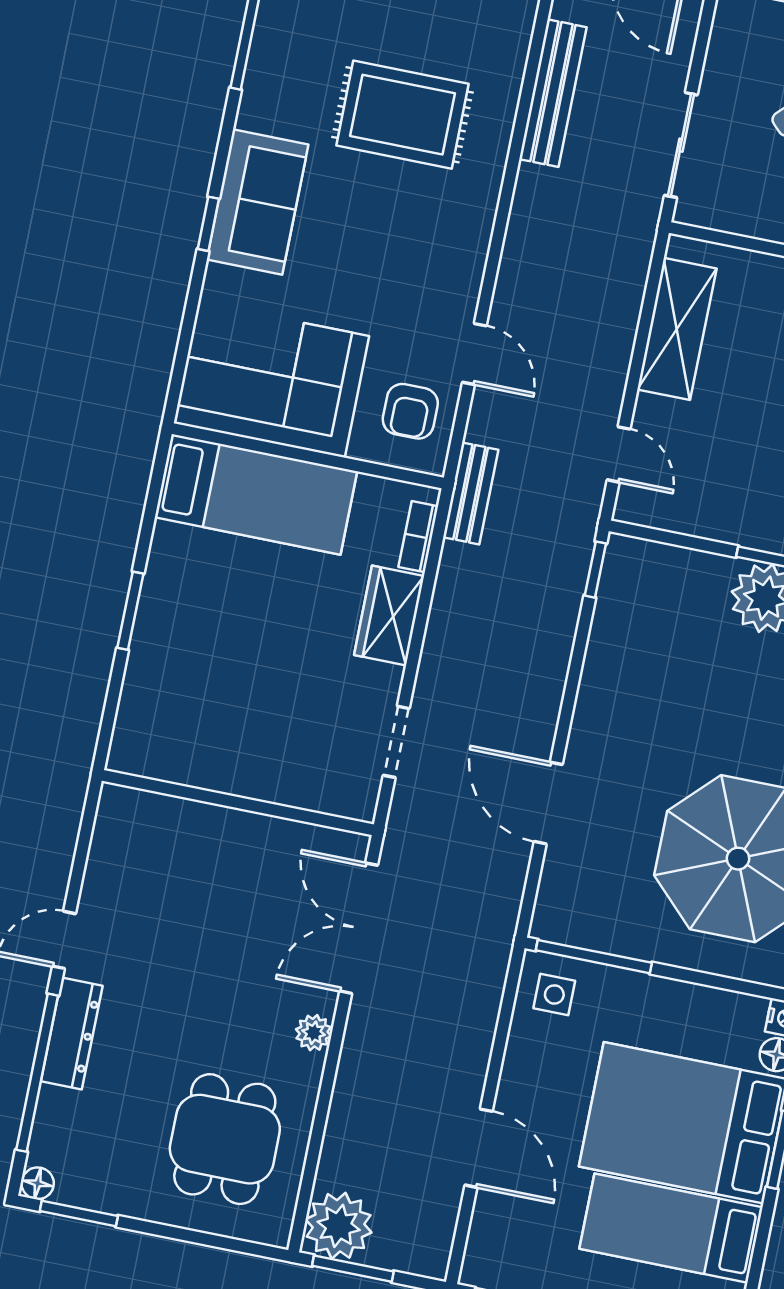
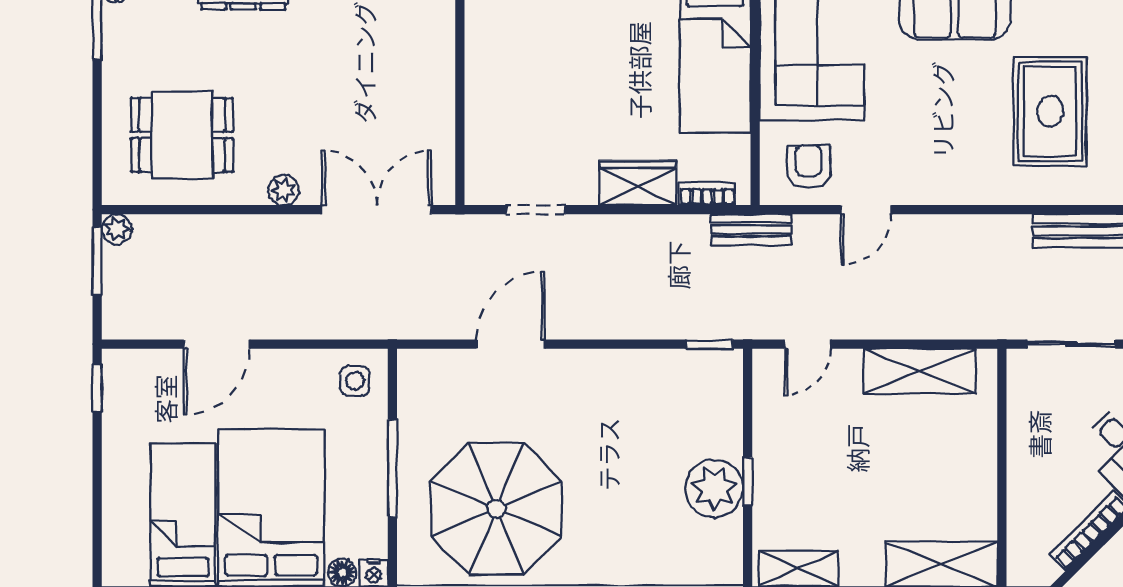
armchair: (410, 411) -> (809, 167), turned 90
window: (594, 957) -> (392, 468), moved
plant: (339, 1226) -> (117, 229), width x0.53, depth x0.53

